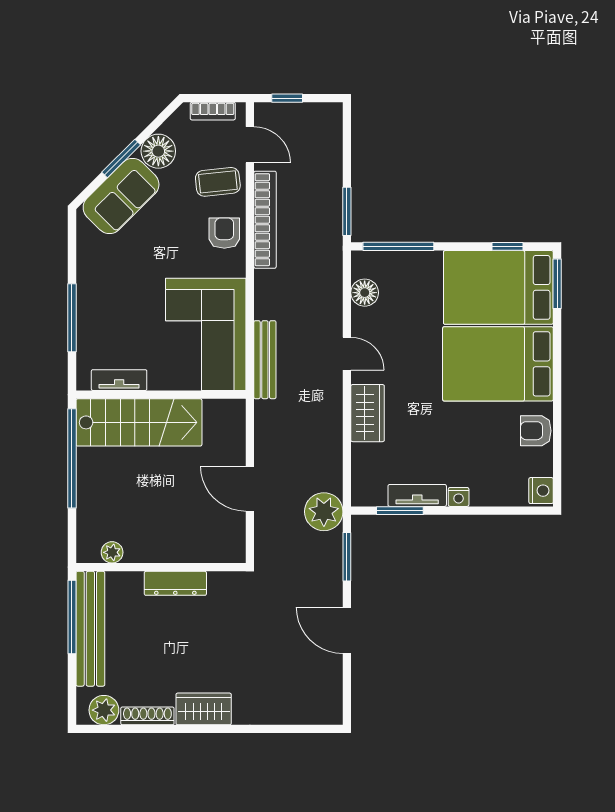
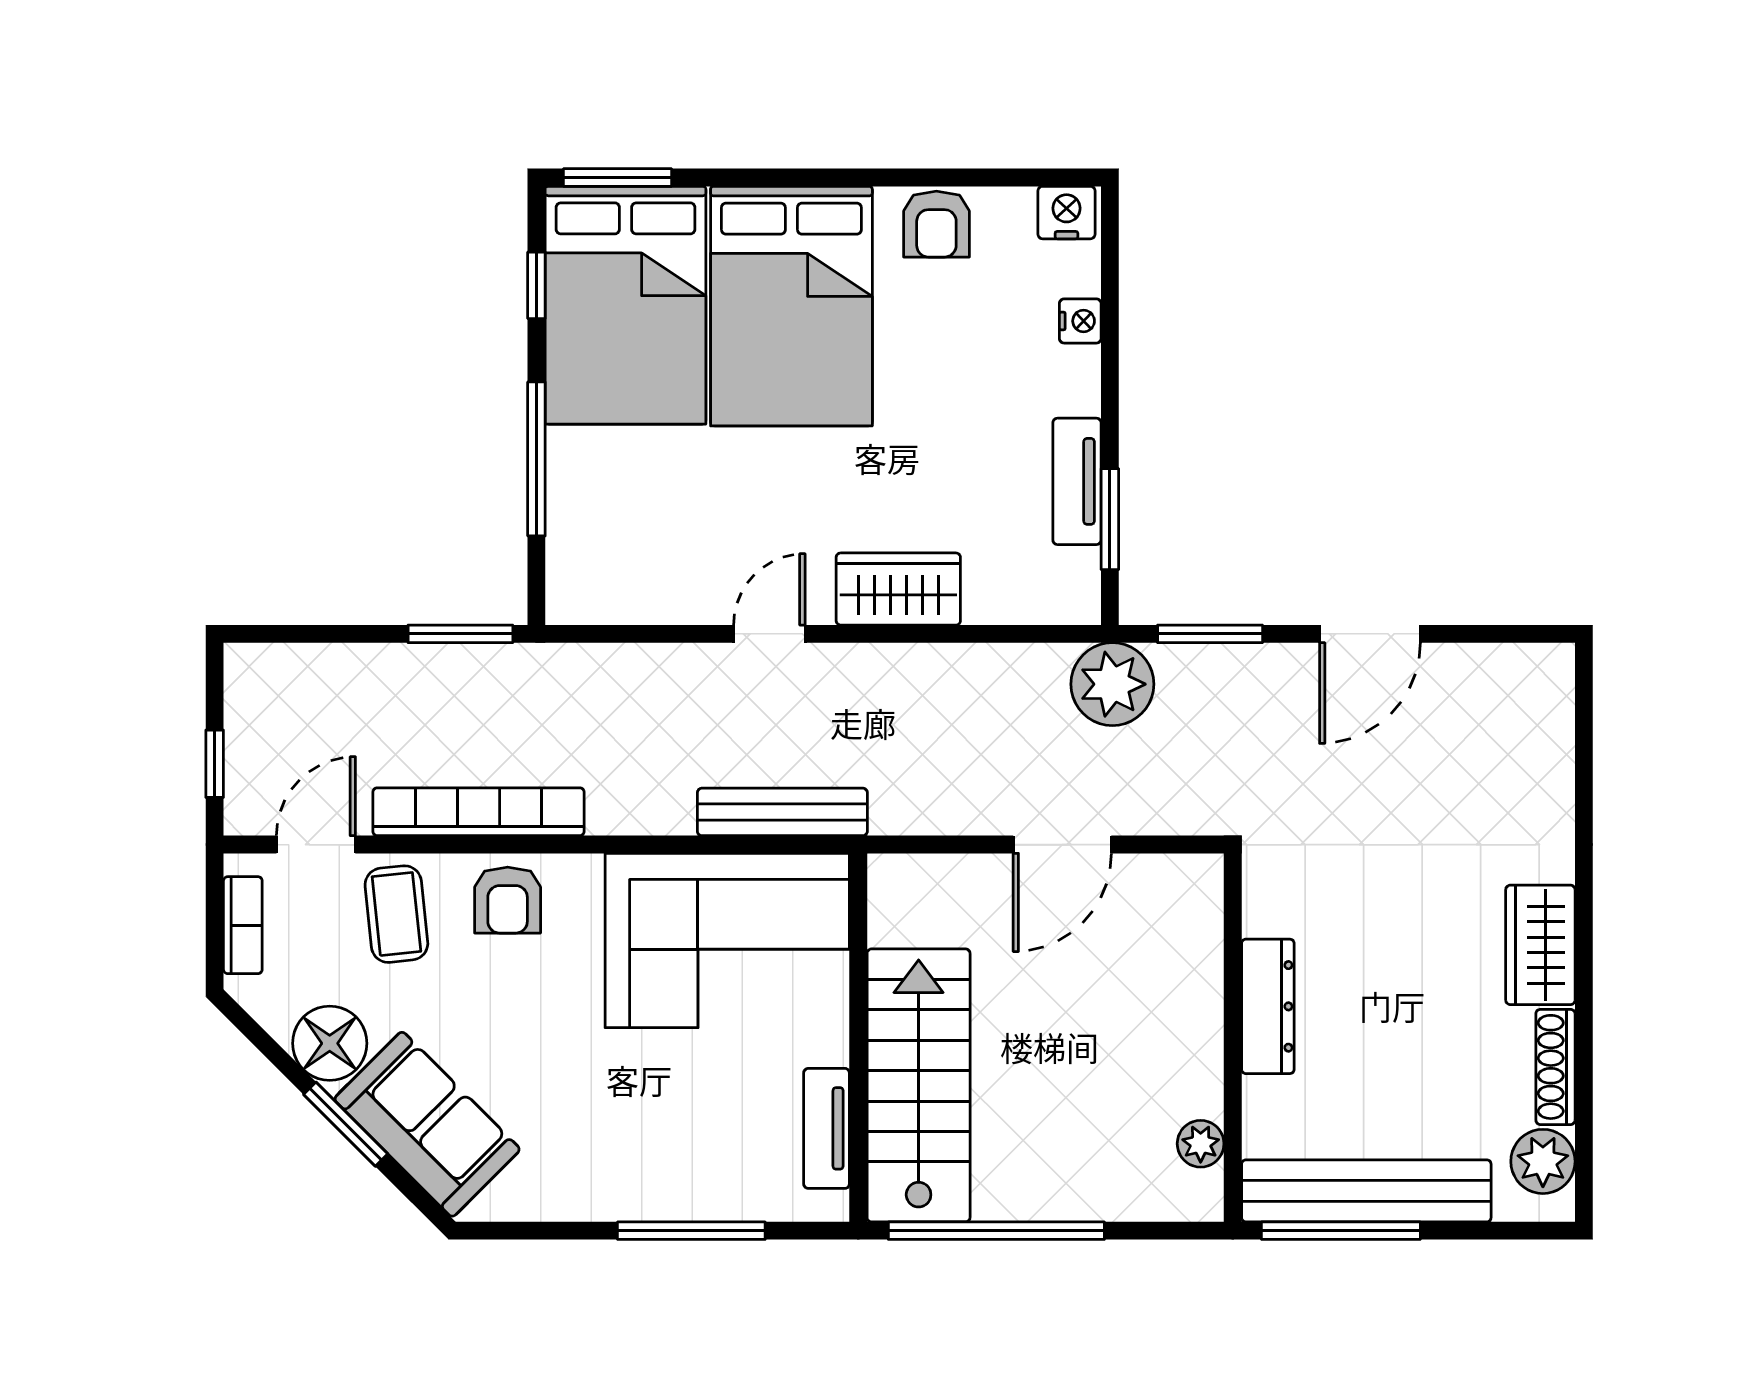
armchair: (224, 233) -> (508, 900), turned -90
window: (398, 246) -> (536, 459), moved
floor lamp: (365, 293) -> (637, 595), removed
nightstand: (459, 497) -> (1080, 321), moved

